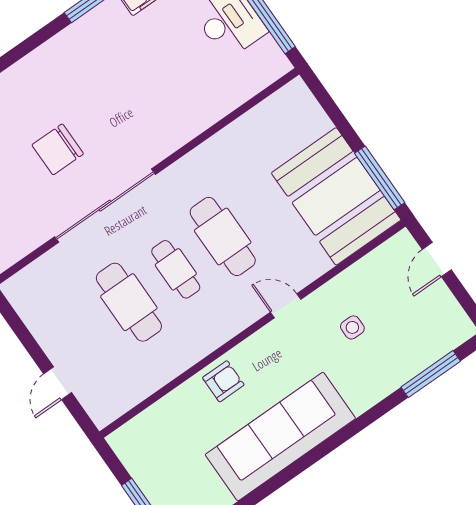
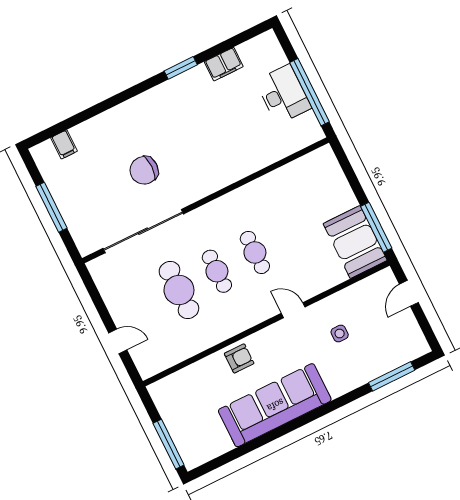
booth: (336, 196) -> (355, 242), width x0.73, depth x0.70
sliding door: (105, 206) -> (143, 231), moved
cafe table: (223, 236) -> (255, 252), width x0.73, depth x0.74
door: (58, 383) -> (118, 341), swing flipped

